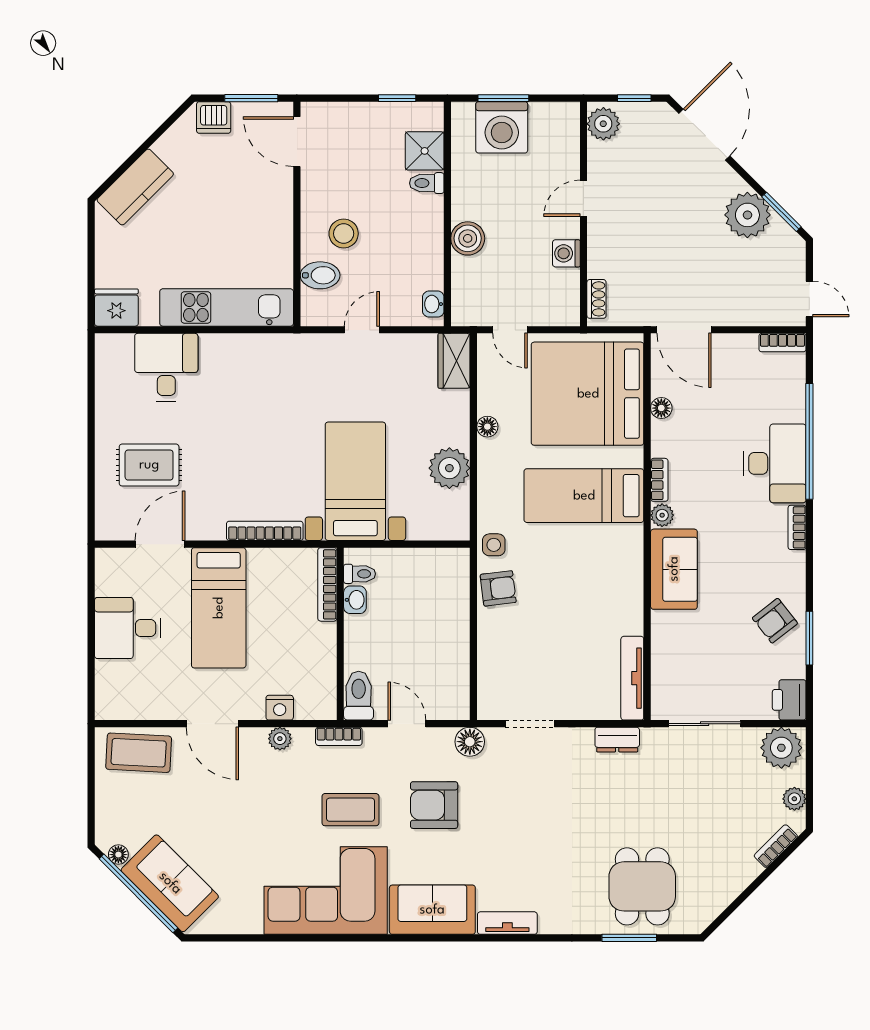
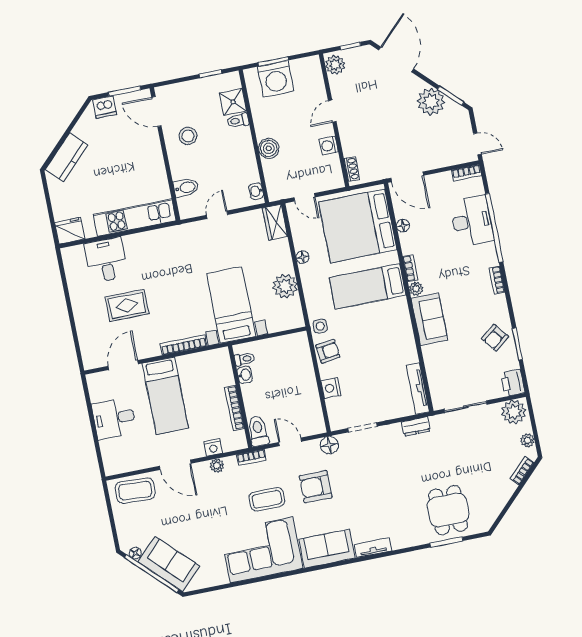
stool: (344, 234) -> (188, 136), moved
desk: (775, 463) -> (472, 221), moved
rug: (149, 465) -> (127, 305), moved
bookcase: (327, 584) -> (234, 408), moved
nightstand: (491, 649) -> (331, 388), added

